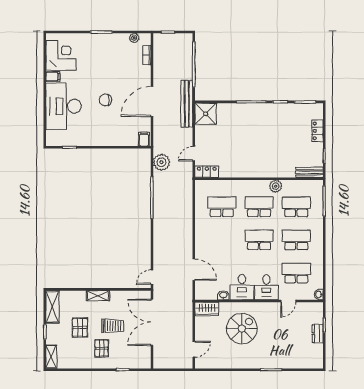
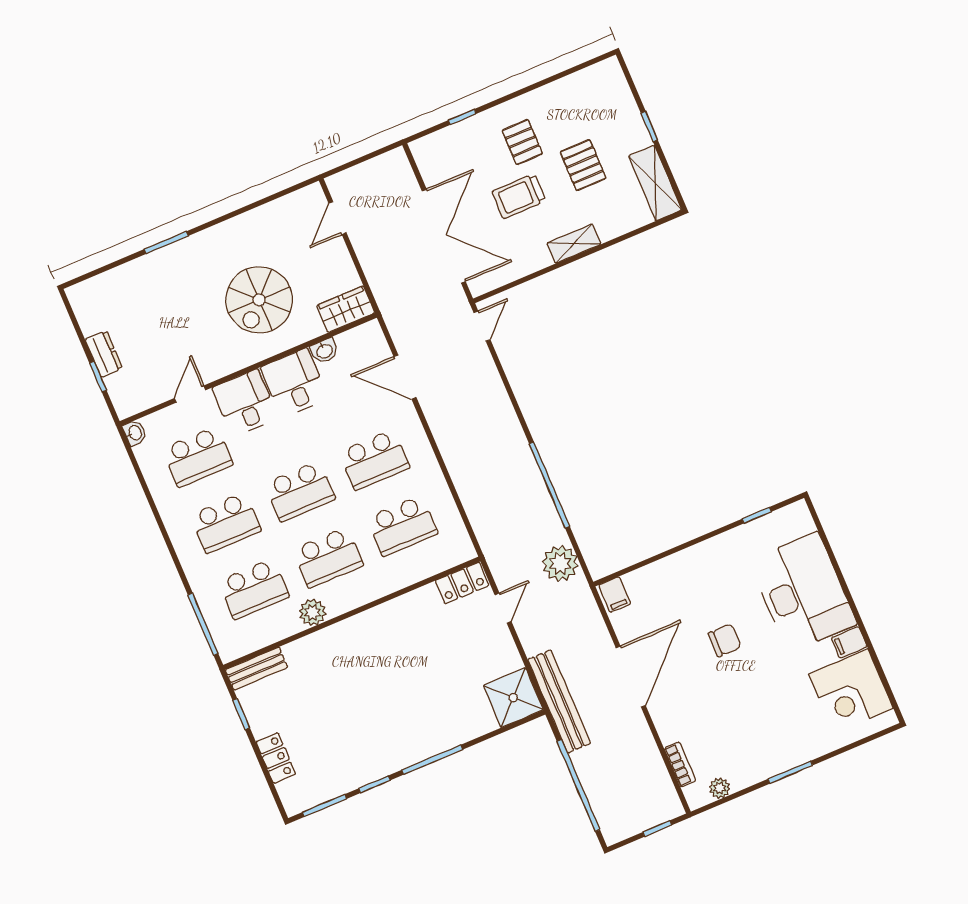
school desk: (222, 240) -> (374, 460), added
shelving: (51, 357) -> (615, 83), removed

